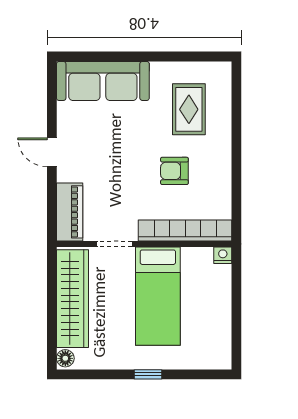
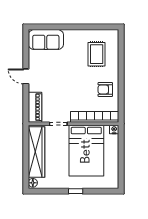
sofa: (103, 81) -> (46, 40), width x0.73
armchair: (174, 171) -> (105, 89), moved
bed: (158, 296) -> (86, 151), width x1.50

